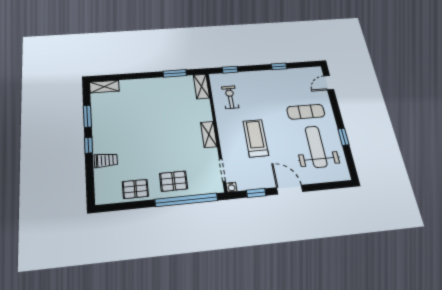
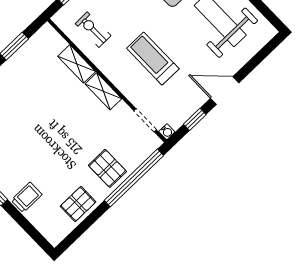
shelving: (201, 87) -> (77, 64), moved
pallet: (174, 181) -> (107, 168), turned 90

